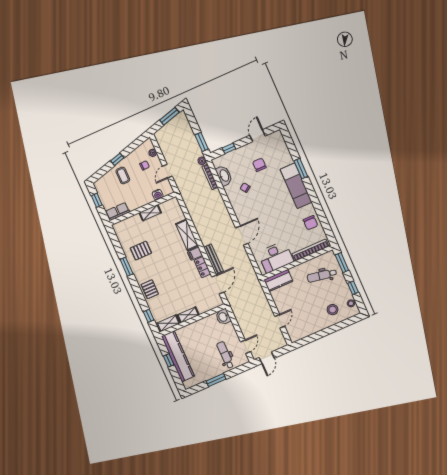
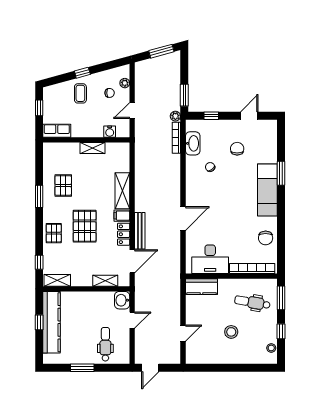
pallet: (141, 251) -> (63, 186), turned 90
pallet: (171, 274) -> (85, 226), added
stool: (333, 310) -> (231, 332), moved
shelving: (188, 315) -> (105, 281), moved
door: (245, 347) -> (132, 320), moved

